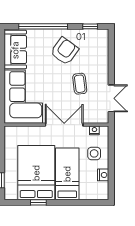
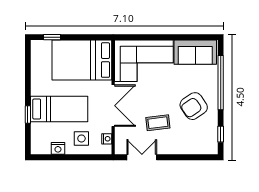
armchair: (65, 51) -> (194, 106), turned 110
double door: (111, 98) -> (142, 157), swing flipped
bed: (36, 173) -> (82, 60), moved, turned 180
window: (38, 202) -> (28, 115), moved

